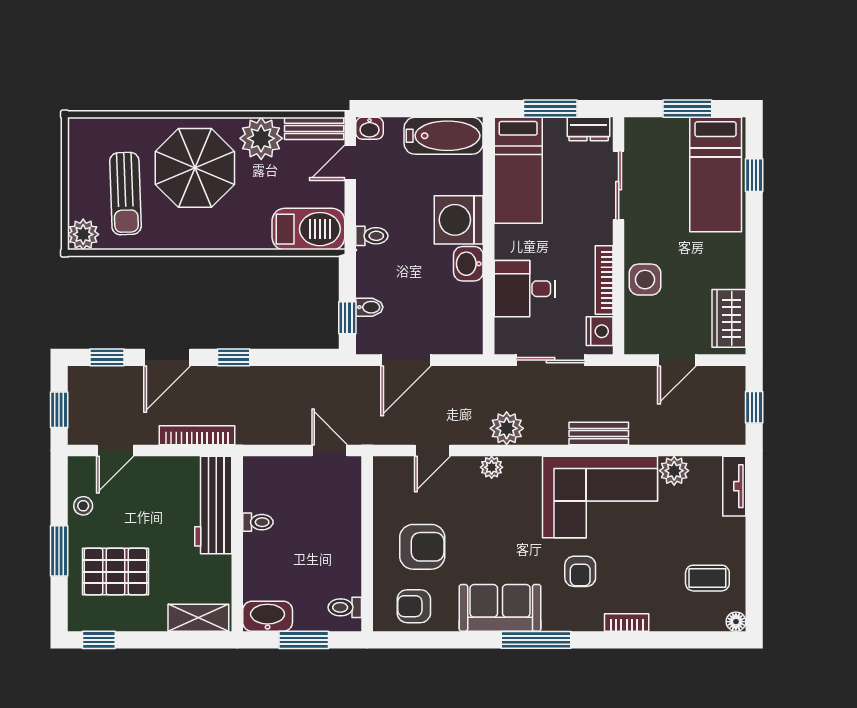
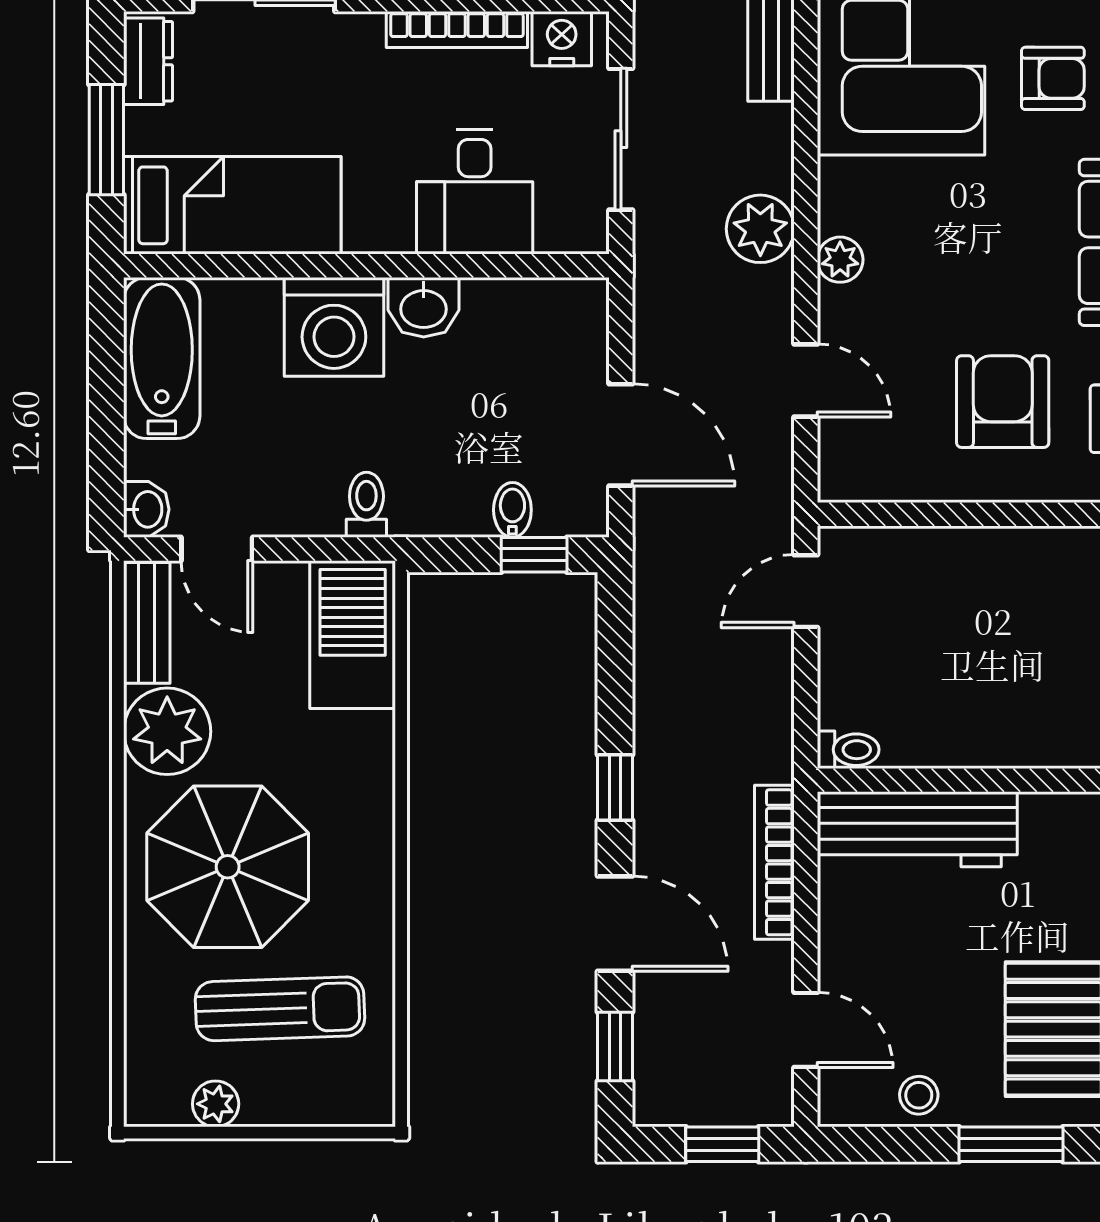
plant: (83, 234) -> (216, 1104), moved, width x0.73, depth x0.73
toilet: (258, 522) -> (848, 750), moved, turned 90

